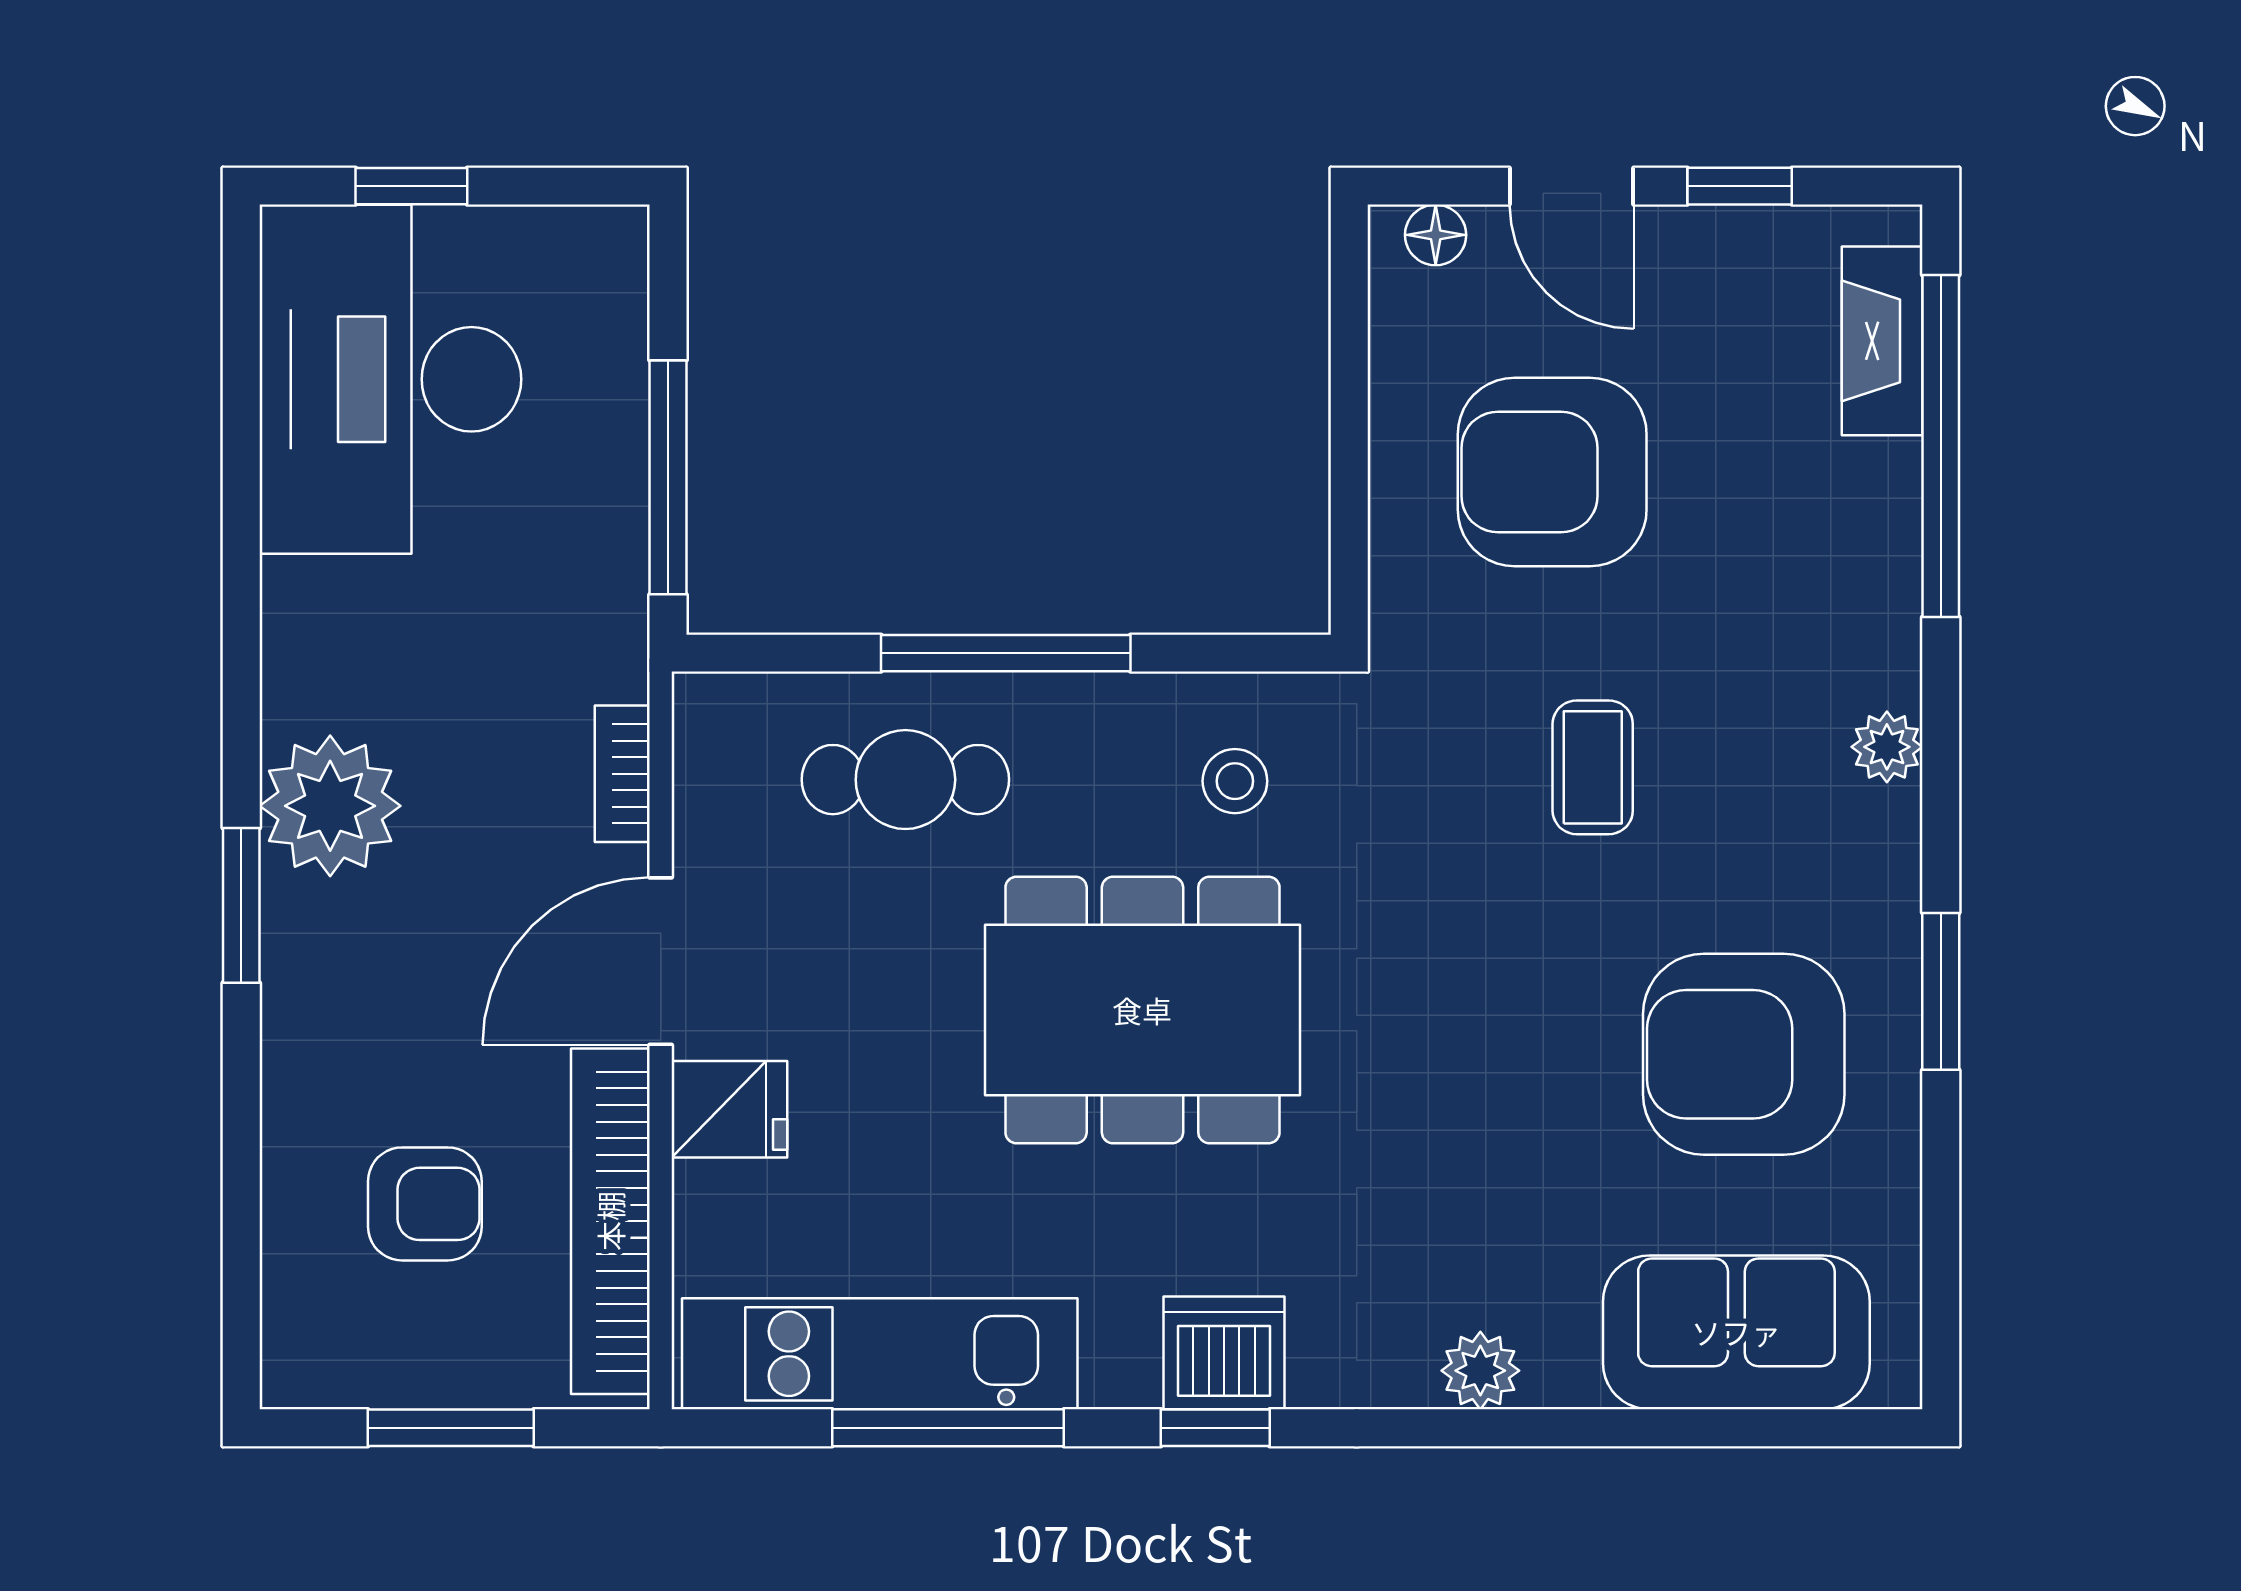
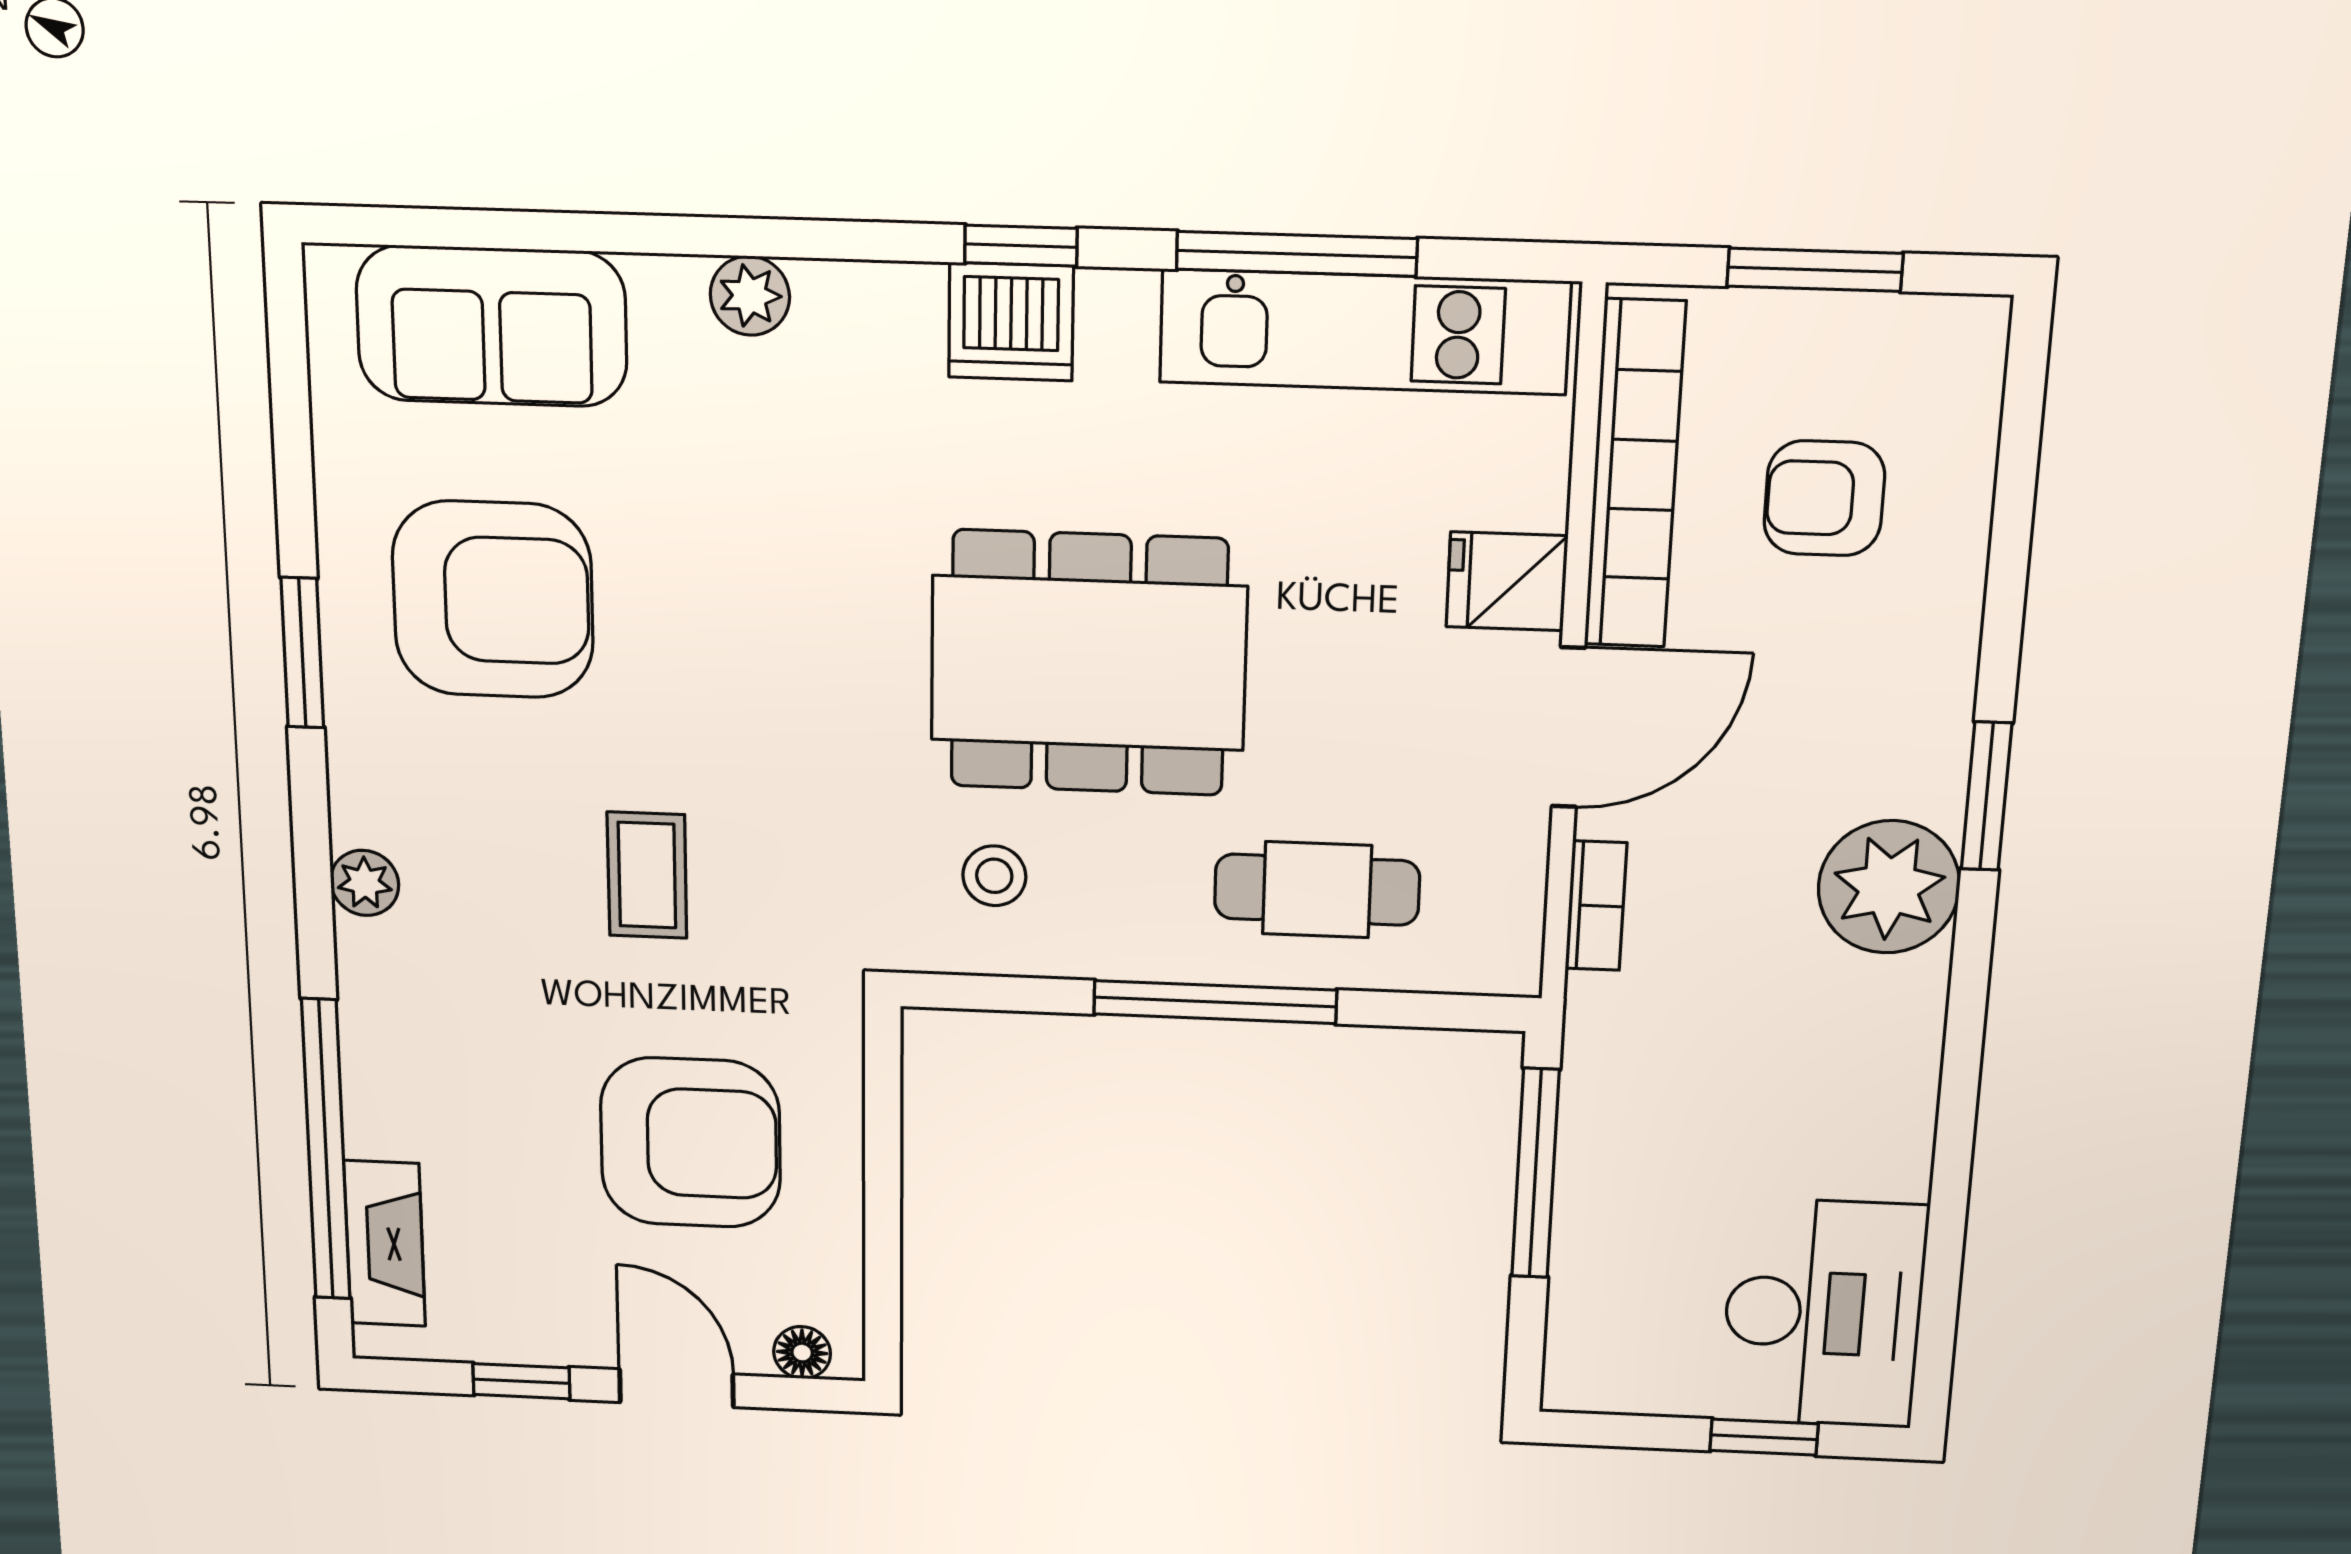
desk: (390, 379) -> (1823, 1313), width x0.73, depth x0.77

